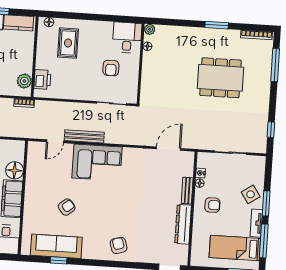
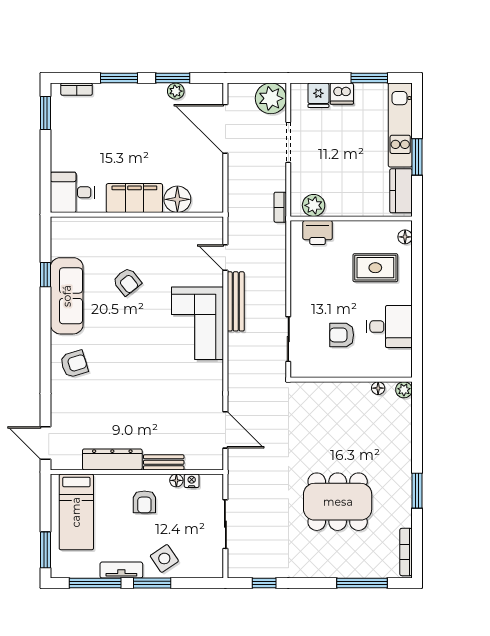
desk: (127, 38) -> (389, 327), moved
dining table: (220, 78) -> (338, 502), turned 90
sofa: (56, 246) -> (67, 296), moved
bed: (235, 248) -> (76, 512), moved, turned 180

